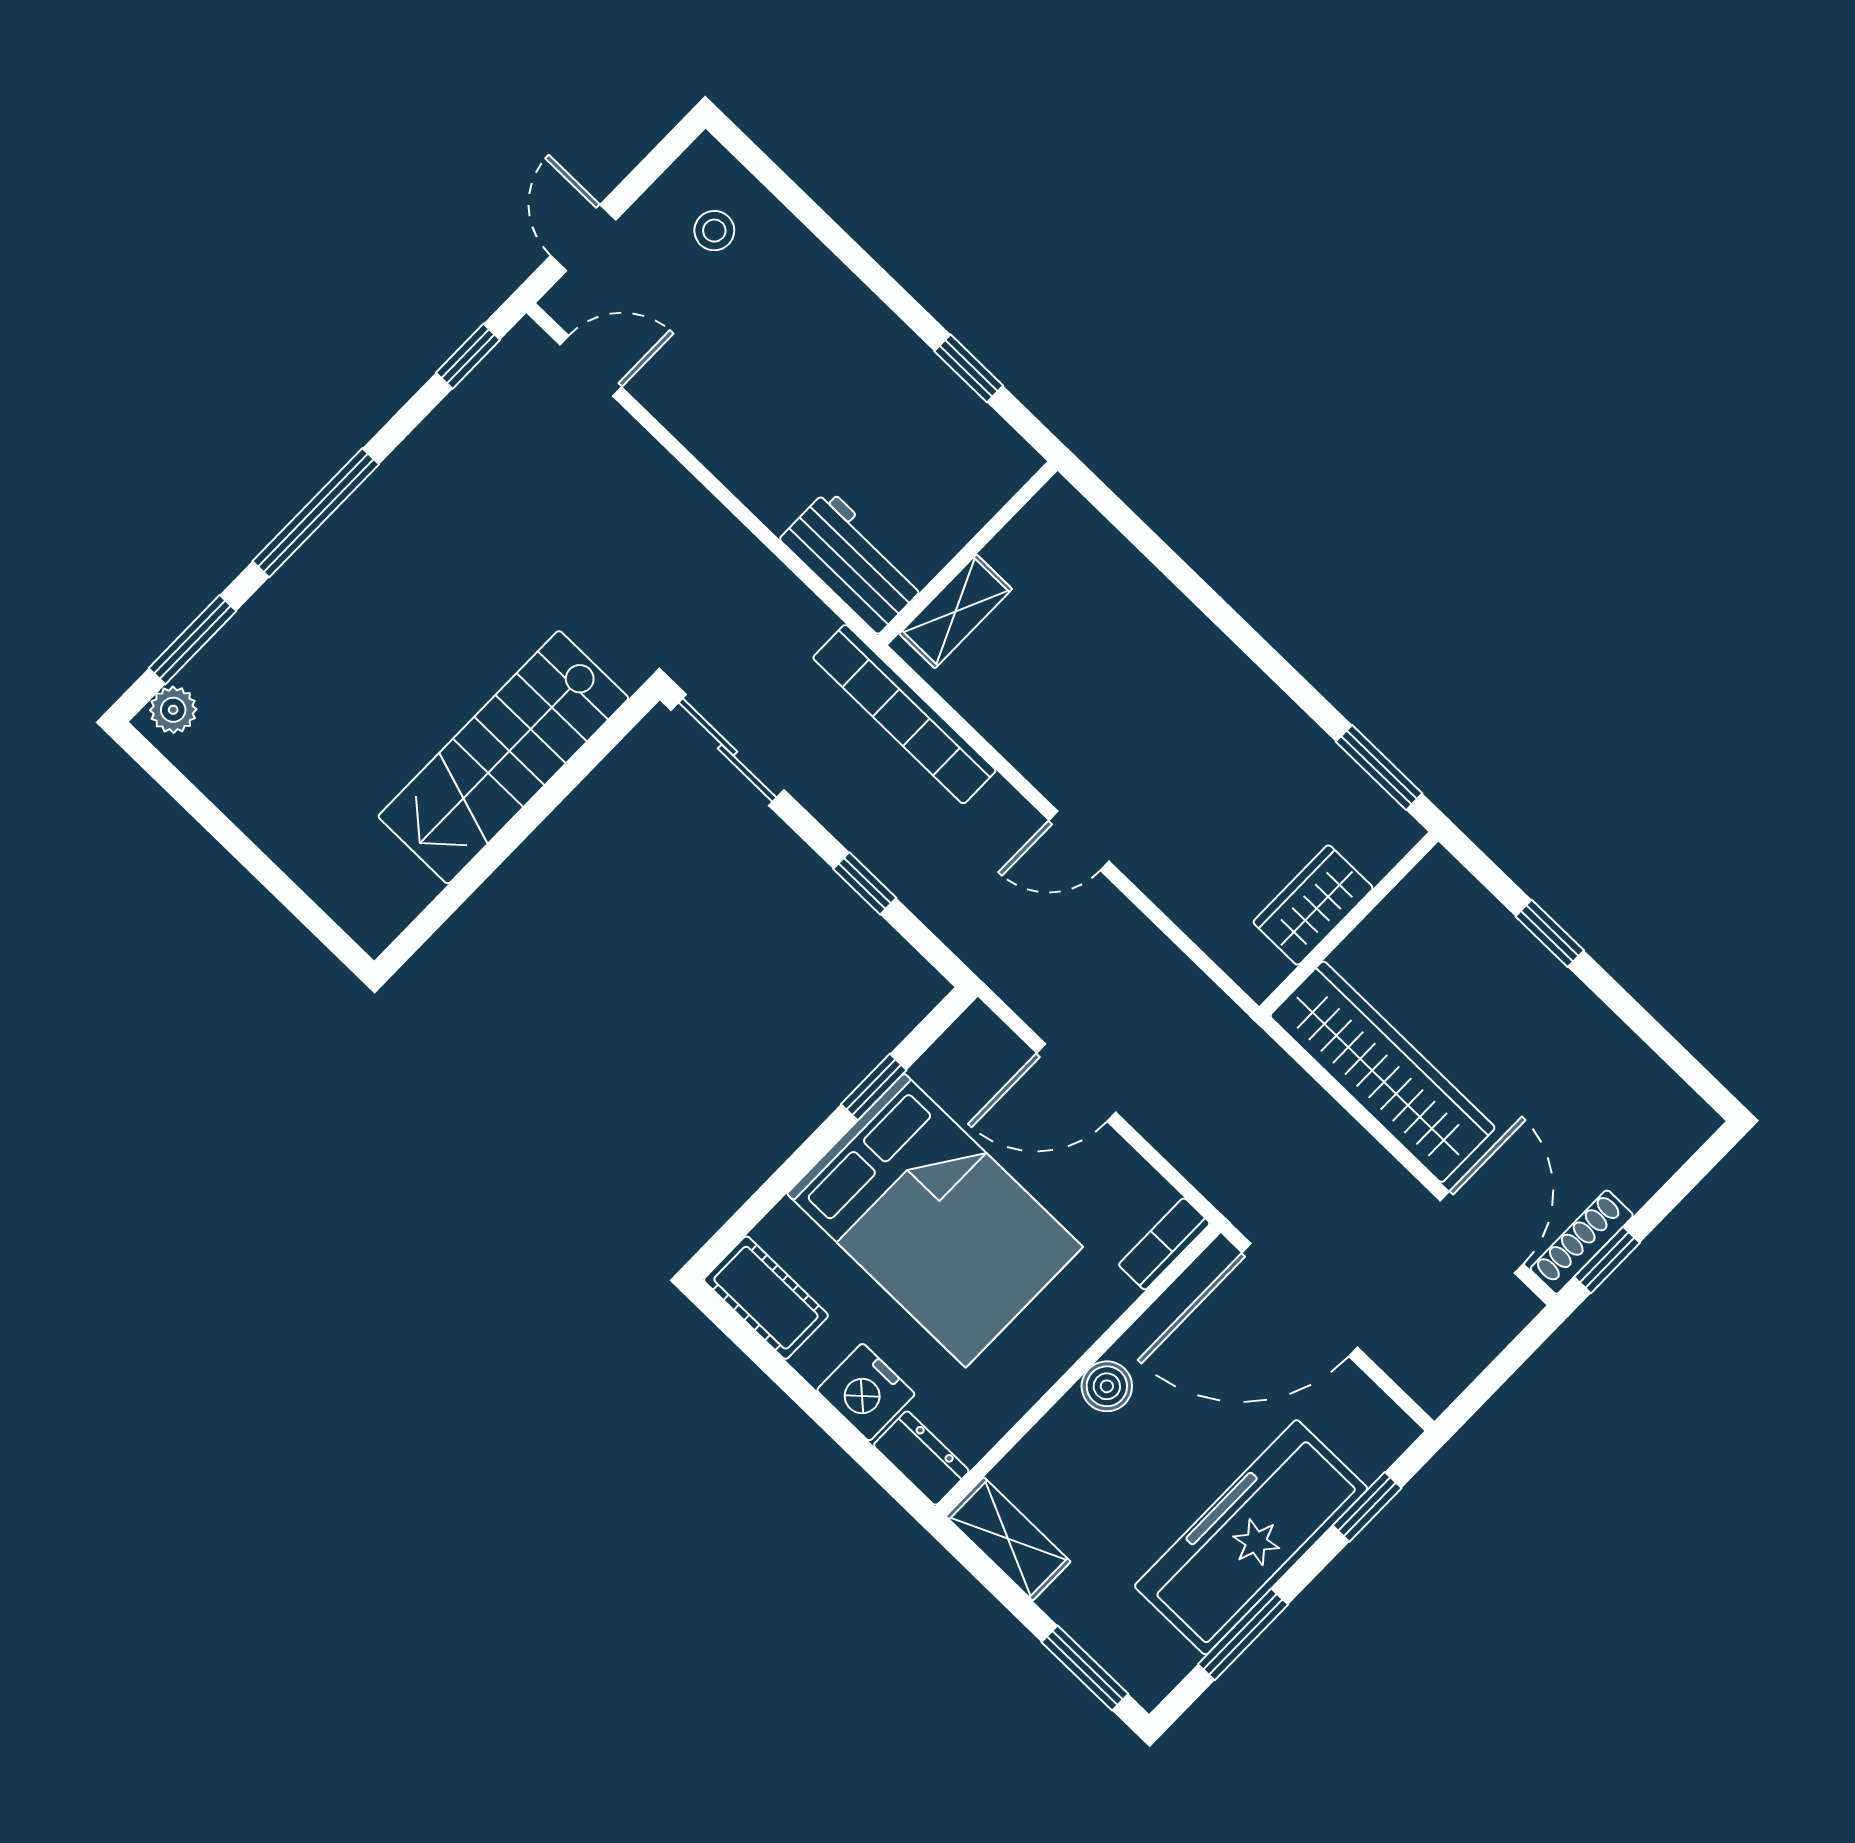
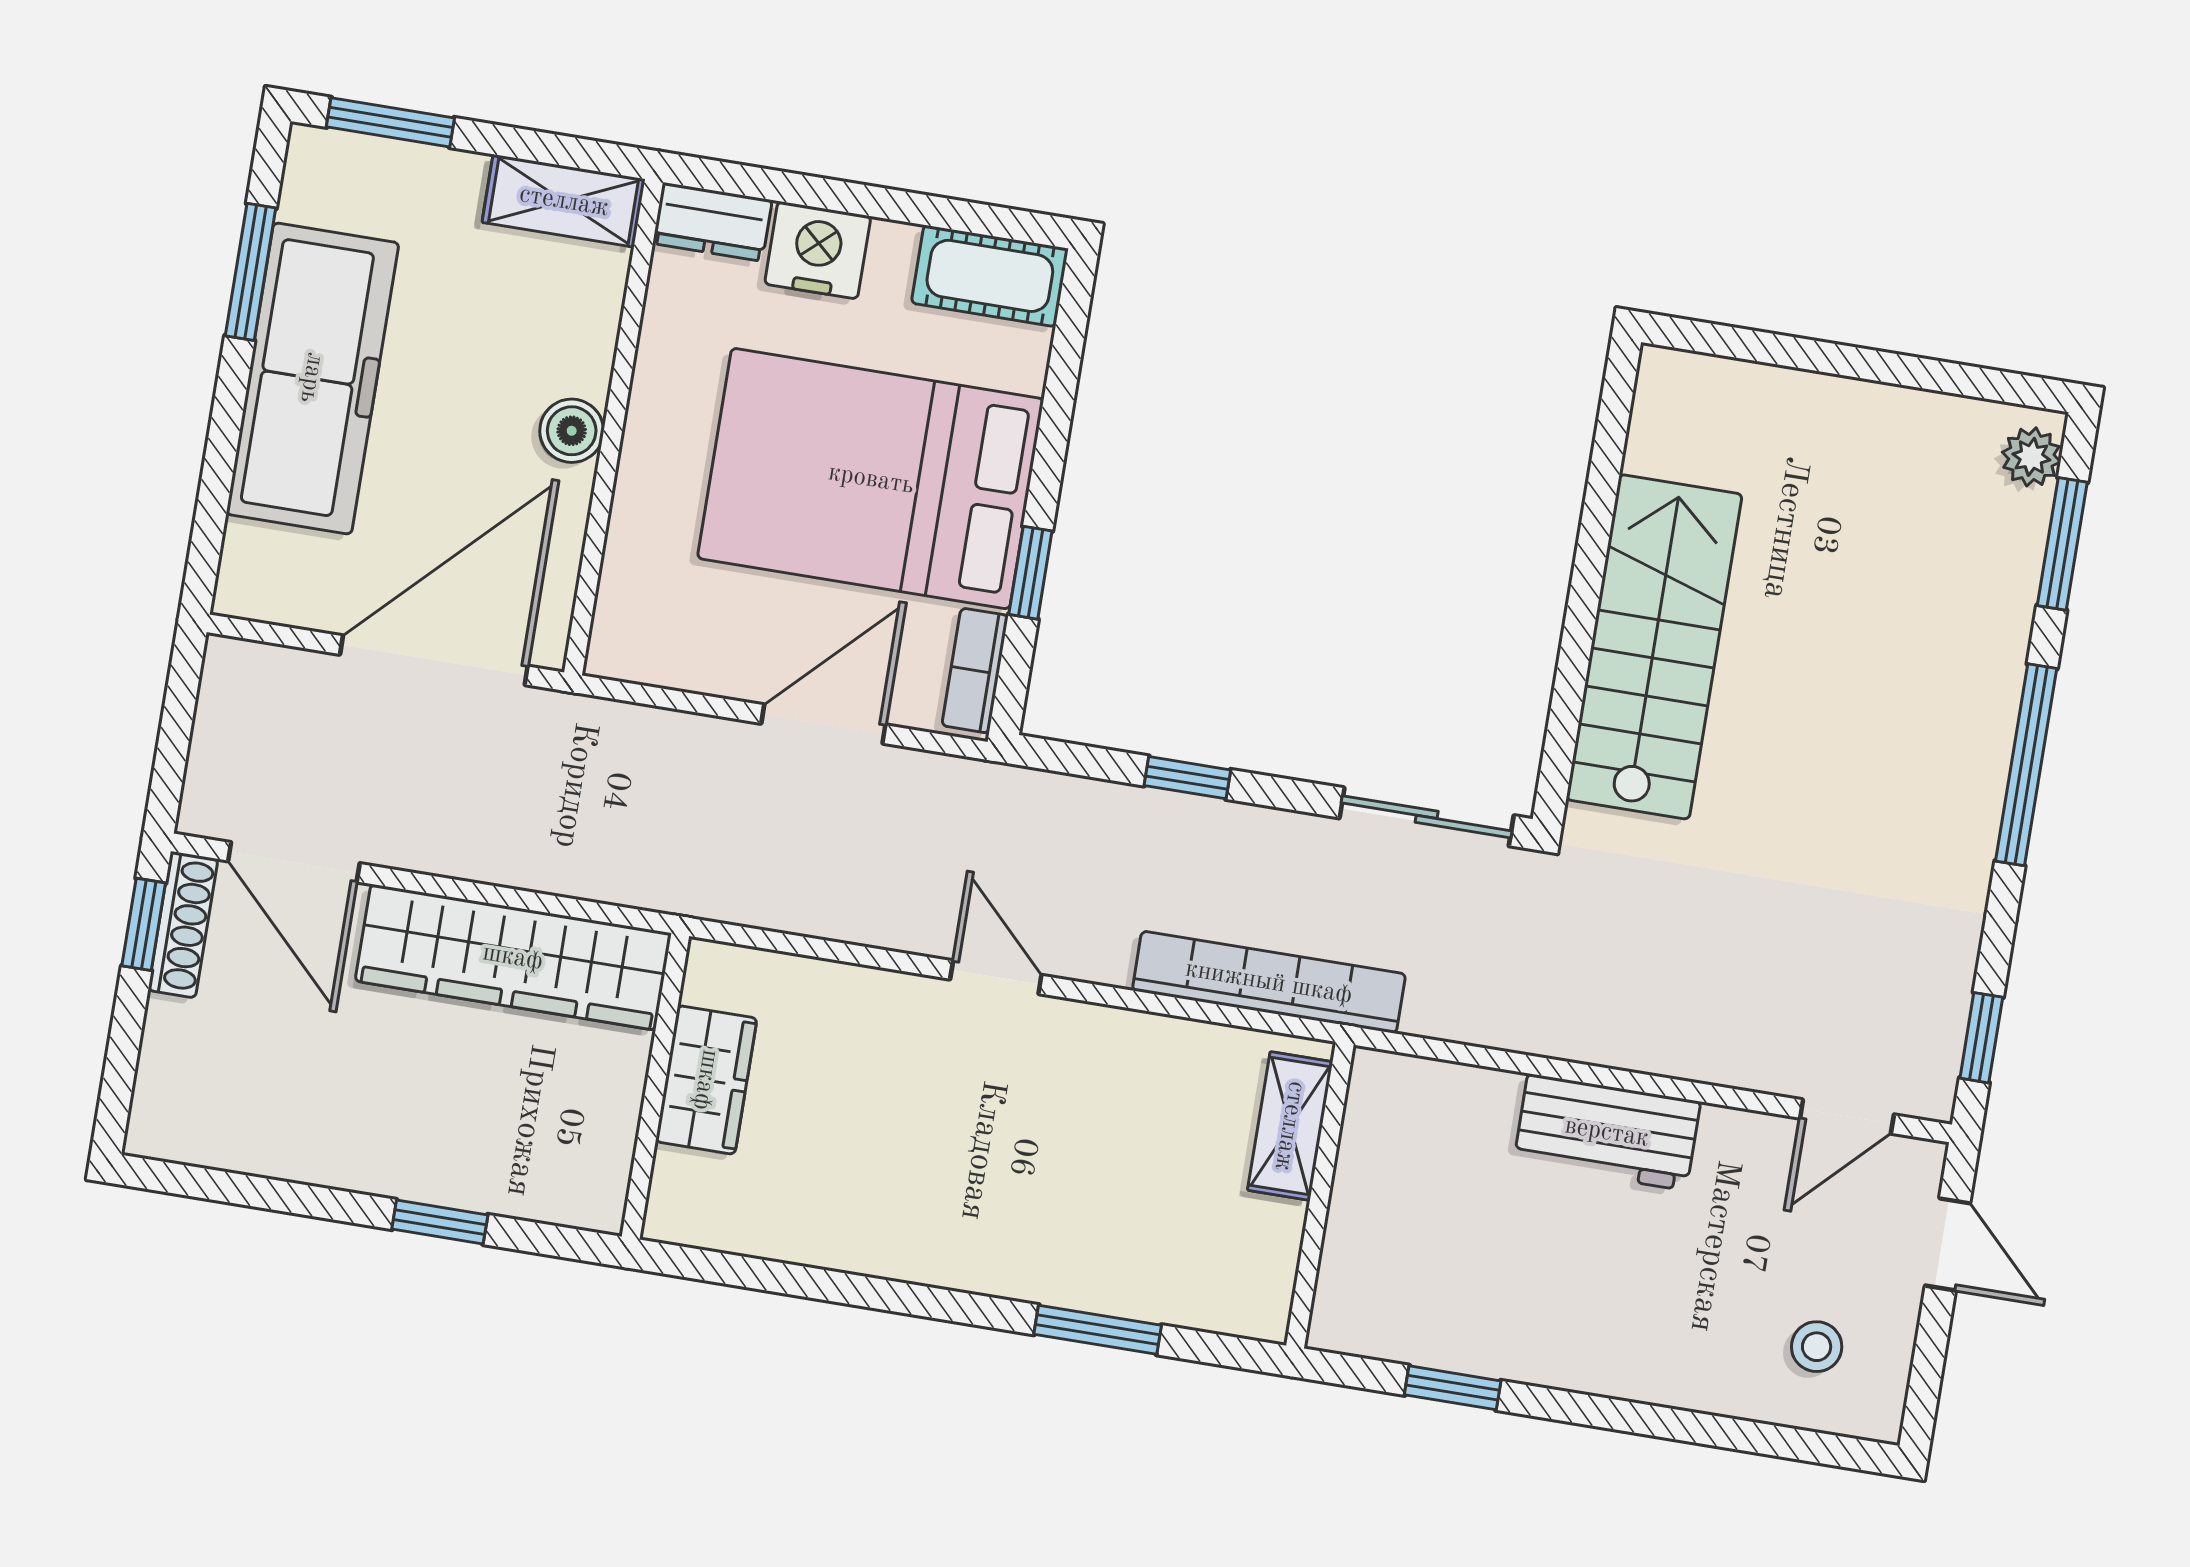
workbench: (853, 561) -> (1607, 1132), moved
window: (1379, 767) -> (1098, 1330), moved
door: (1079, 841) -> (996, 977), hinge flipped
bookcase: (1164, 1244) -> (975, 671), moved, turned 180
window: (1367, 1507) -> (214, 494), removed

